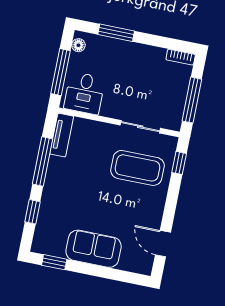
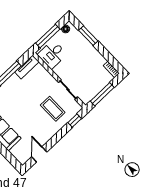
coffee table: (137, 168) -> (53, 109), width x0.73, depth x0.76

